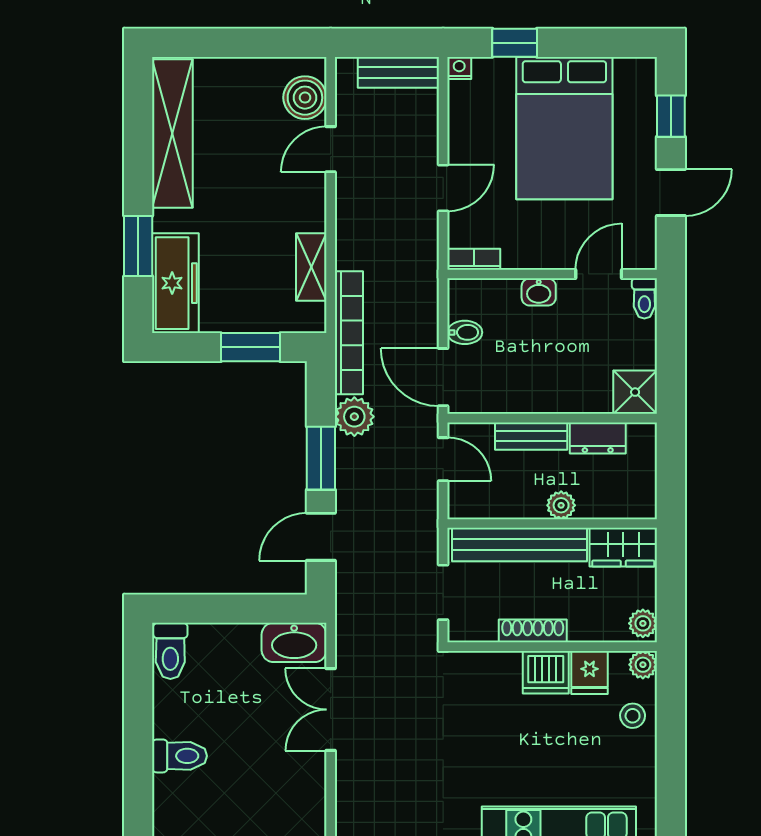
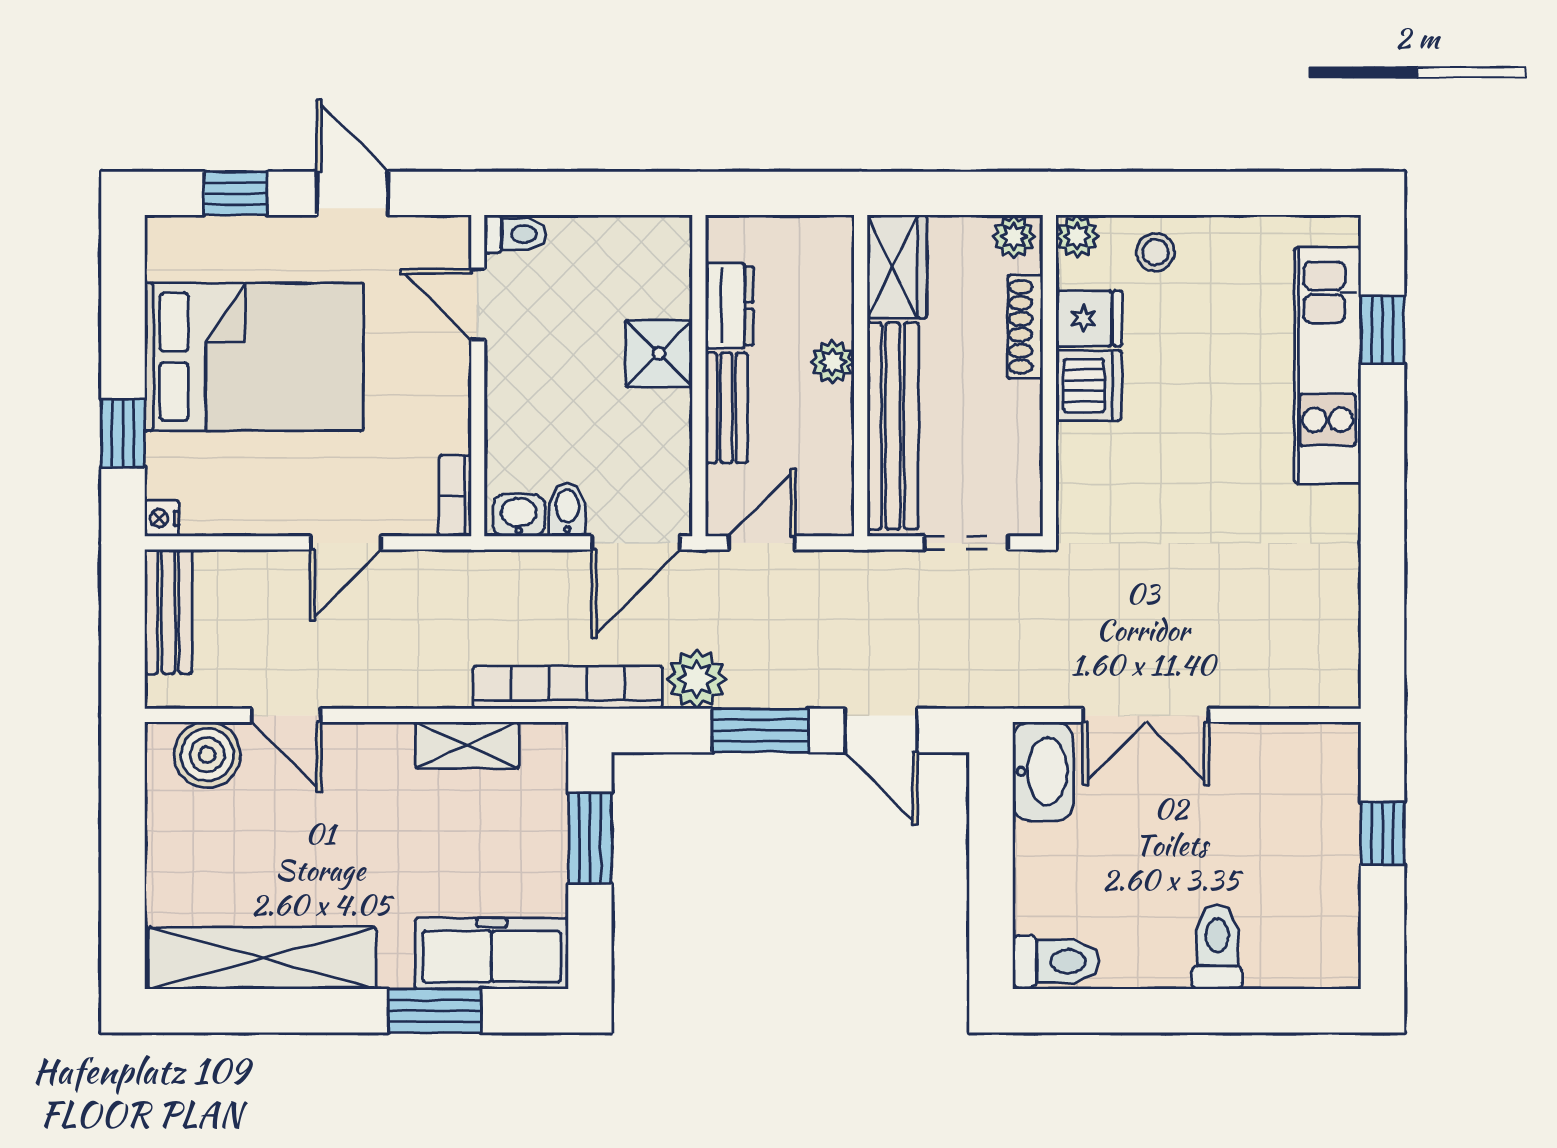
door: (443, 188) -> (346, 543), swing flipped
washbasin: (539, 292) -> (519, 515), moved, turned -90
shower: (635, 392) -> (659, 354), moved
shoe rack: (533, 631) -> (1025, 327), moved

